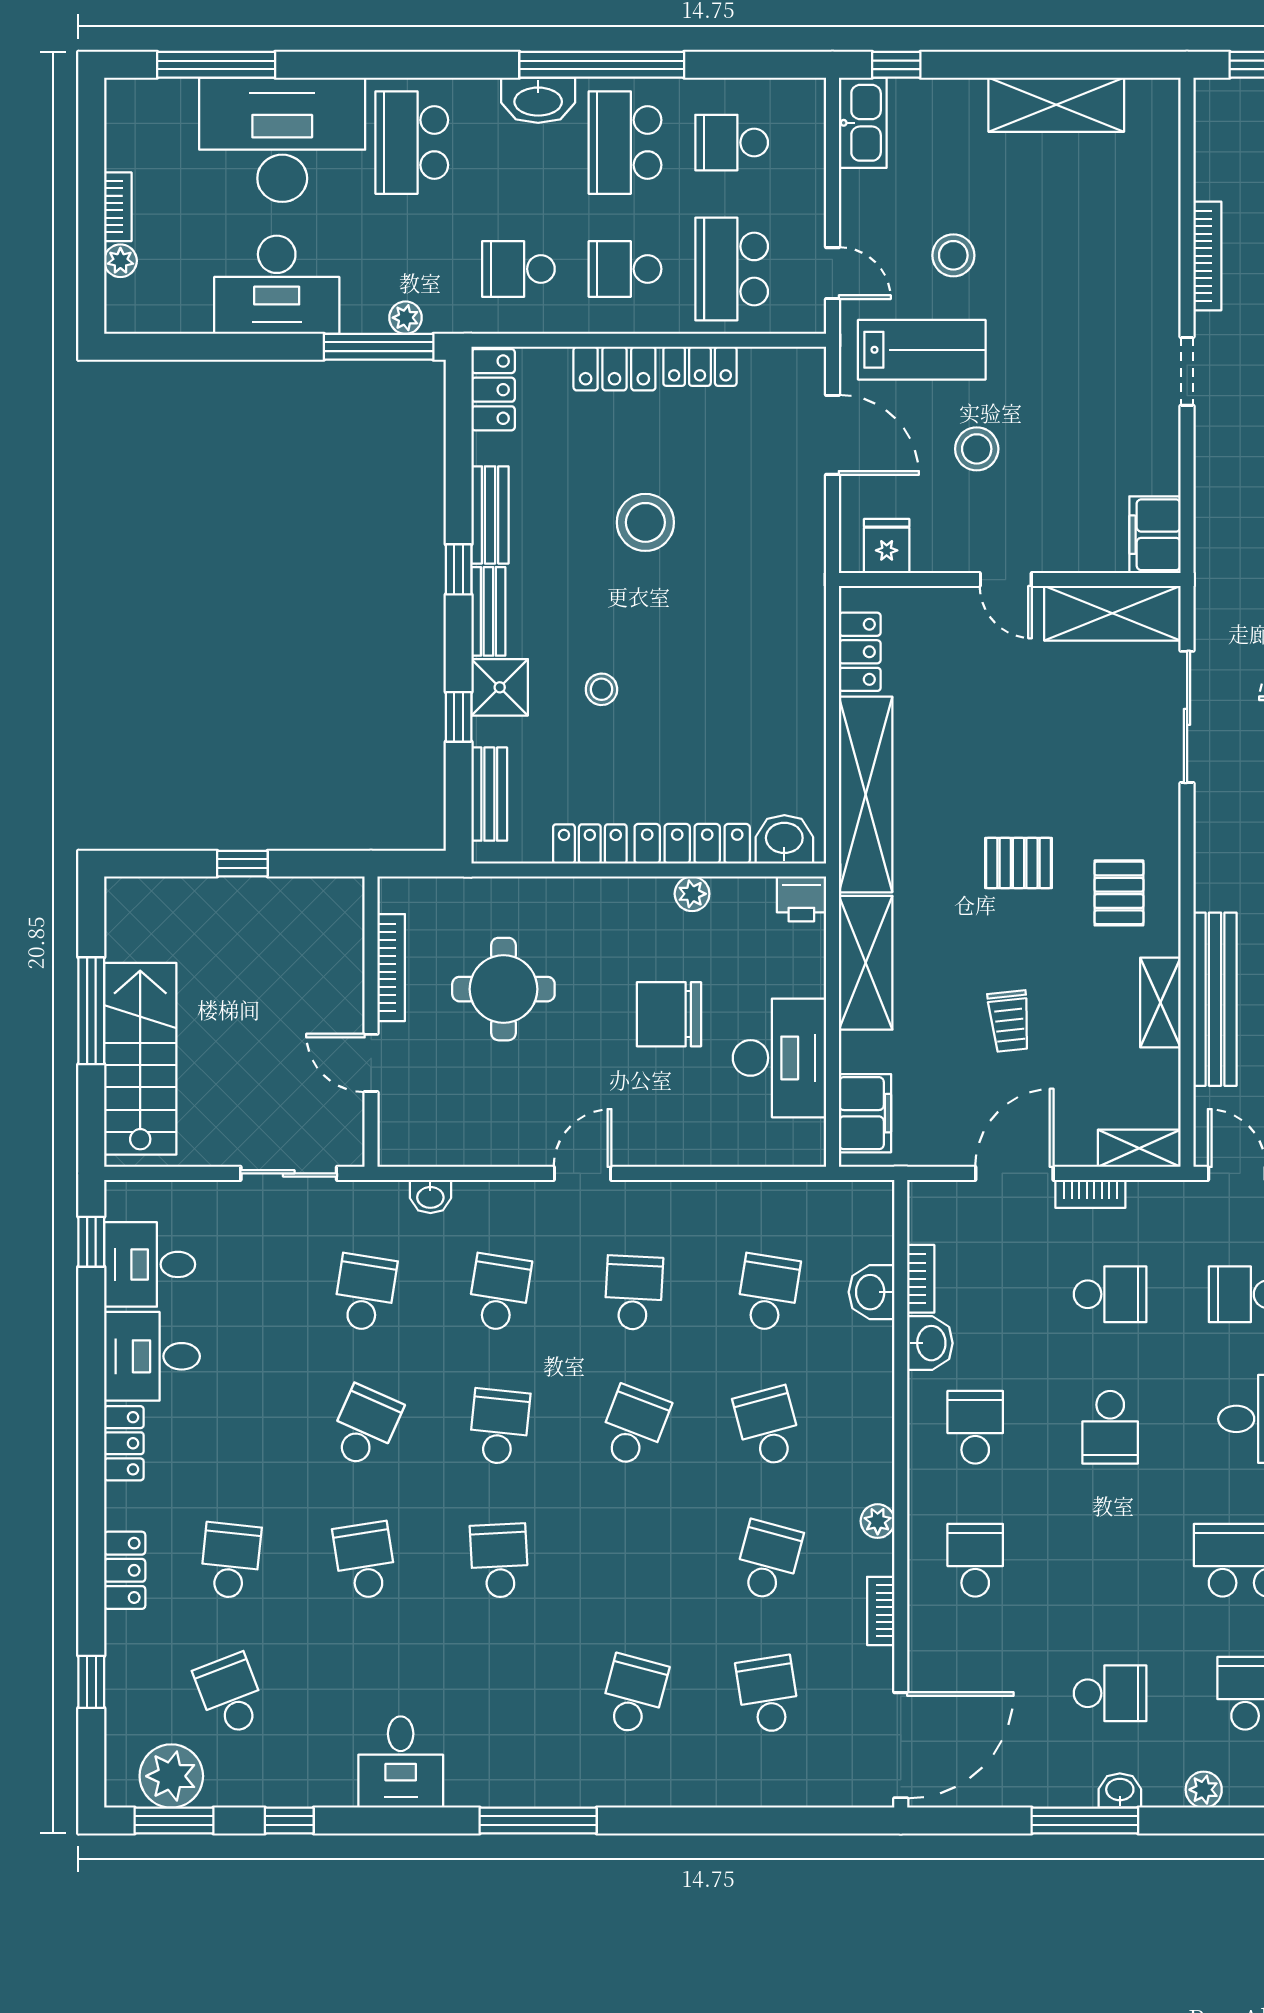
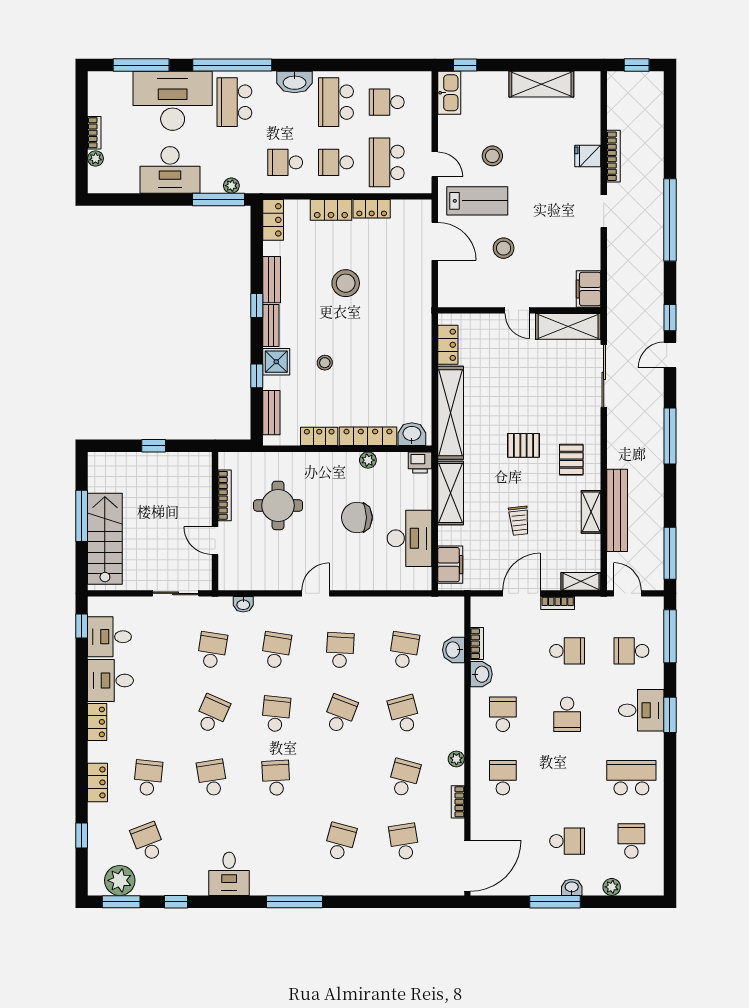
window: (602, 65) -> (232, 65), moved
fridge: (887, 546) -> (588, 156), moved, turned -90

